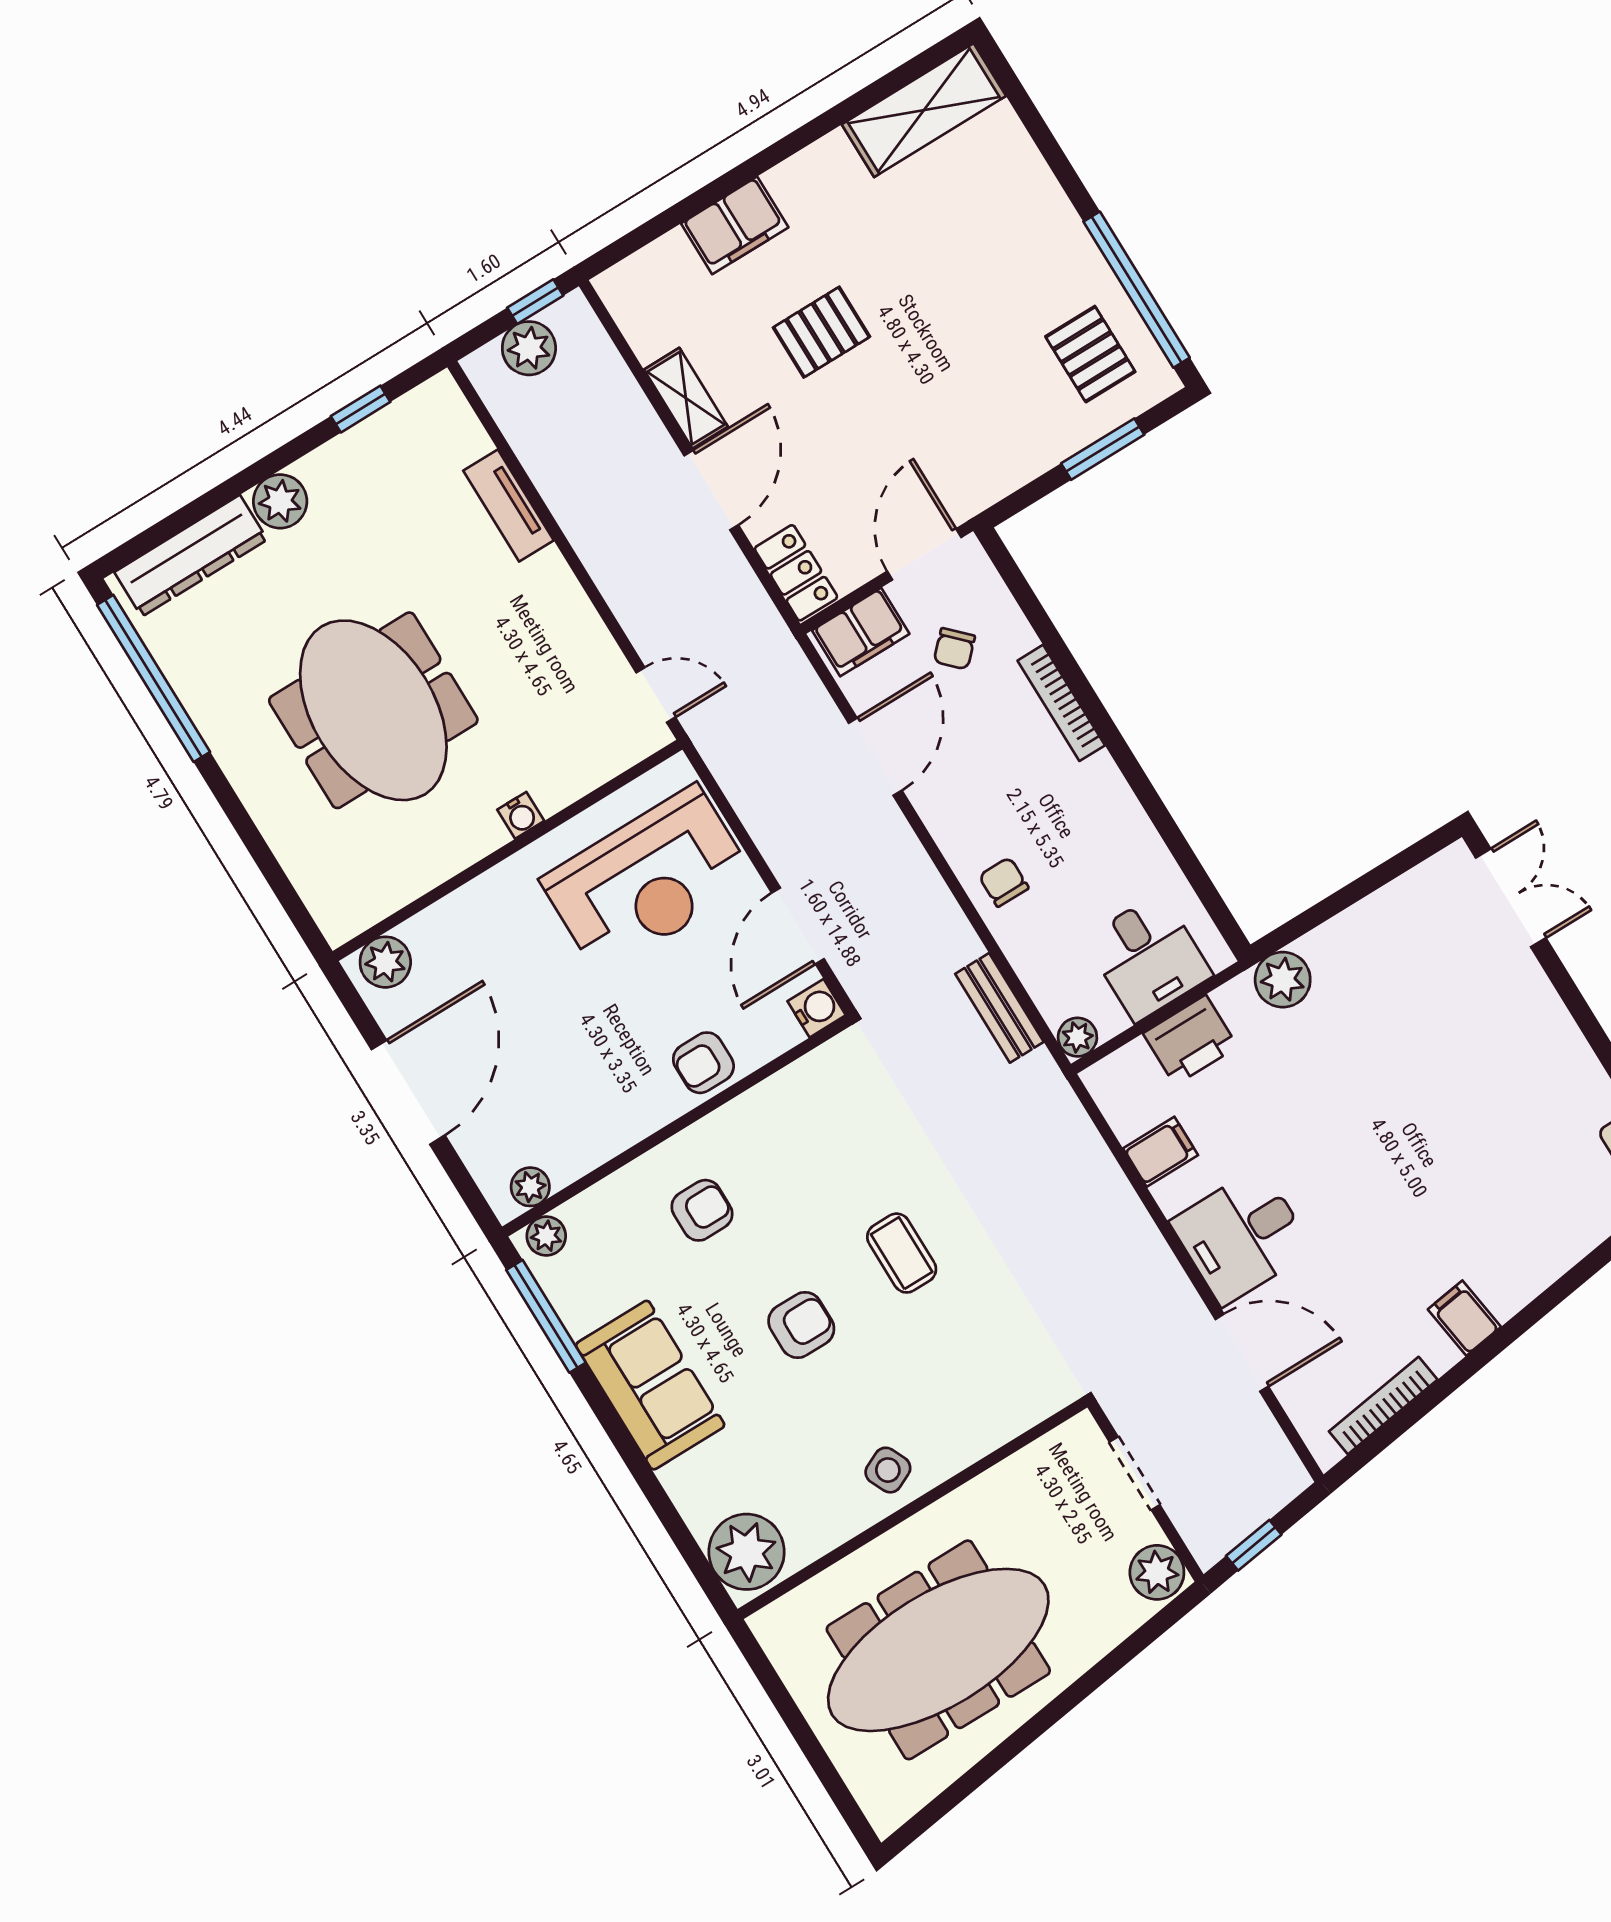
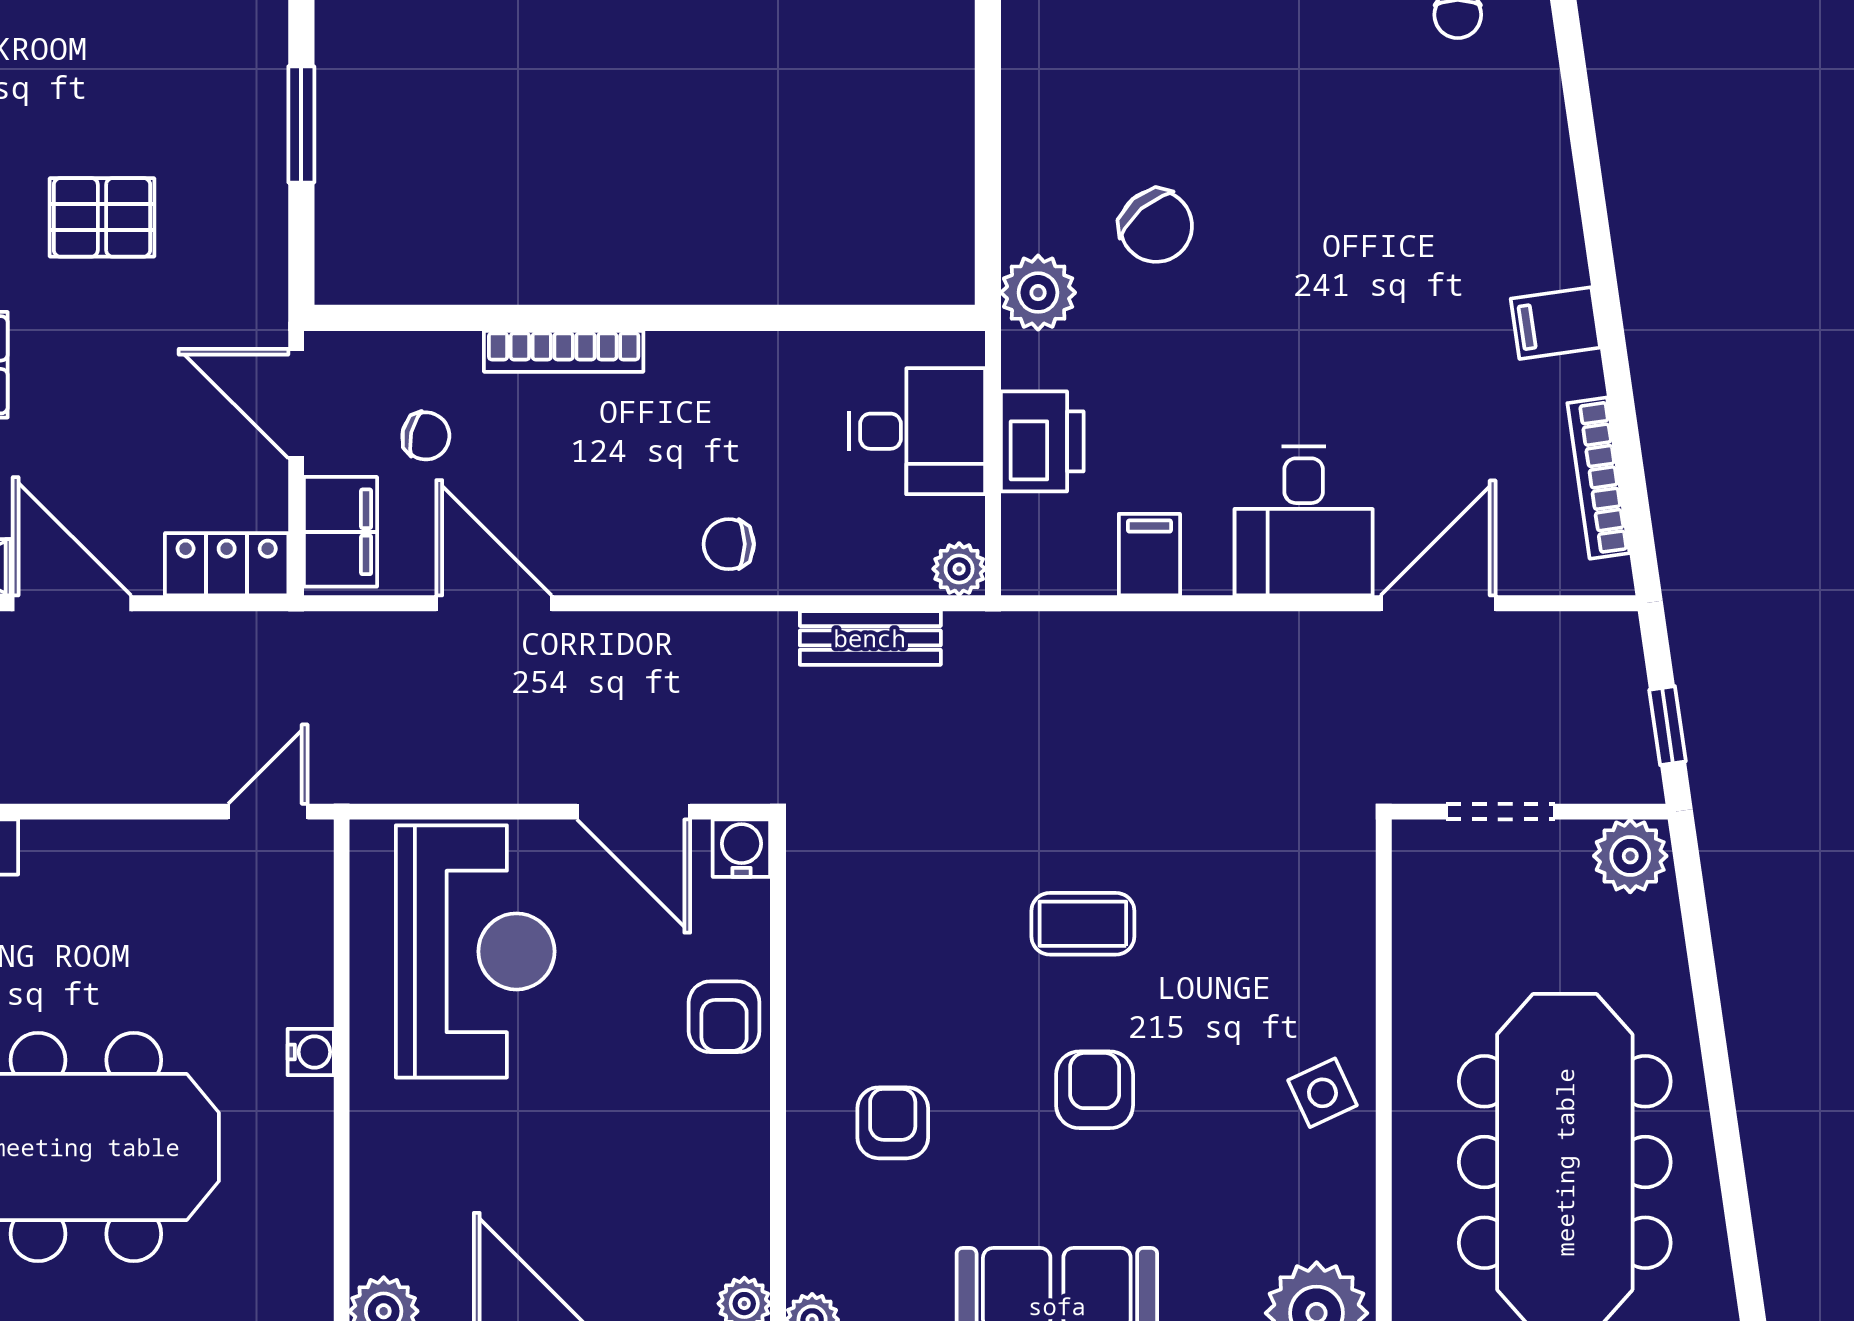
pallet: (1090, 354) -> (102, 217), moved
chair: (954, 649) -> (426, 436), turned -32
chair: (1371, 1028) -> (1156, 226), added

